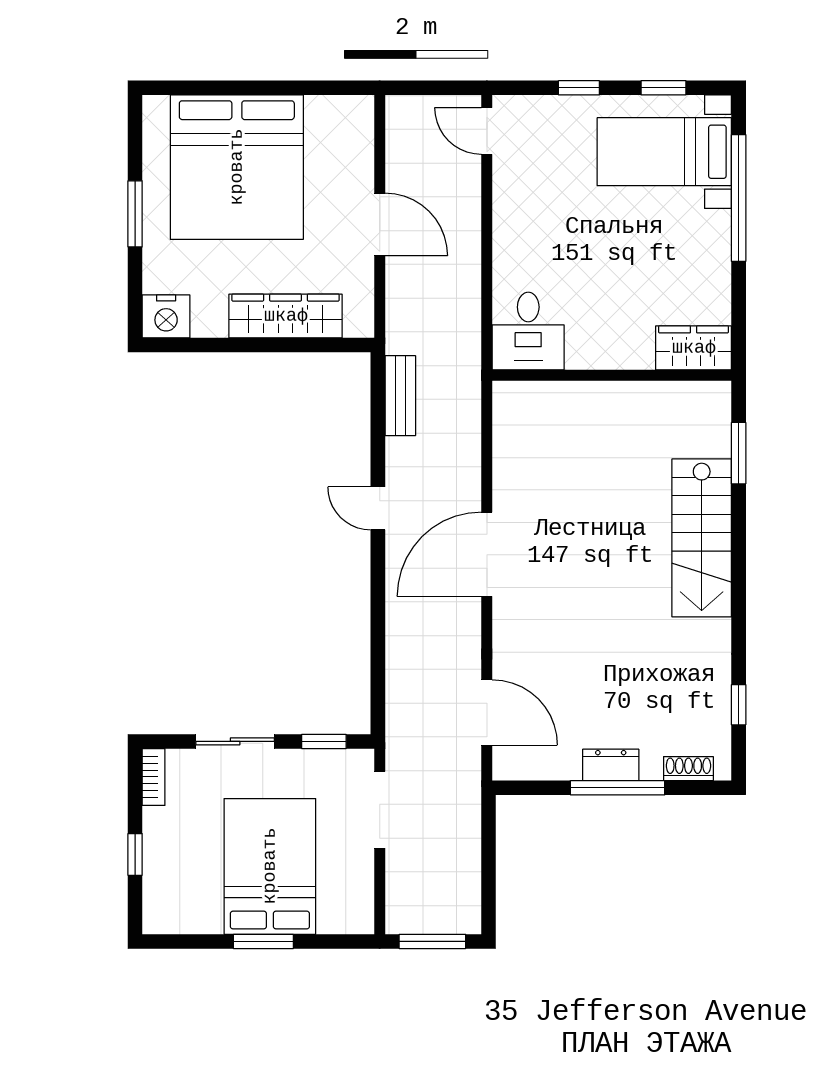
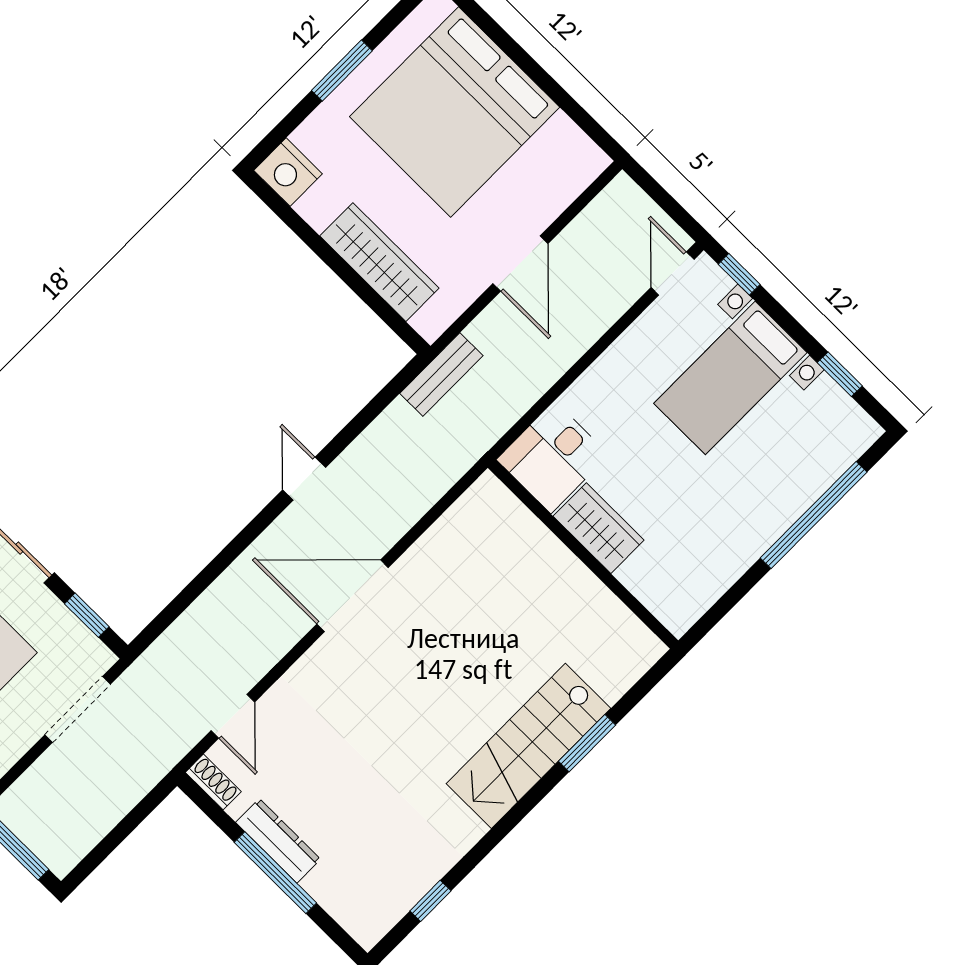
window: (579, 88) -> (739, 274), moved
bed with nightstands: (664, 152) -> (730, 378), moved, turned -90
wardrobe: (694, 348) -> (599, 528), moved
bench: (400, 396) -> (441, 374), moved
window: (739, 453) -> (587, 743), moved
door: (487, 712) -> (233, 716), width x0.73
dresser: (611, 765) -> (278, 841), width x1.44
shoe rack: (688, 769) -> (213, 782), moved

